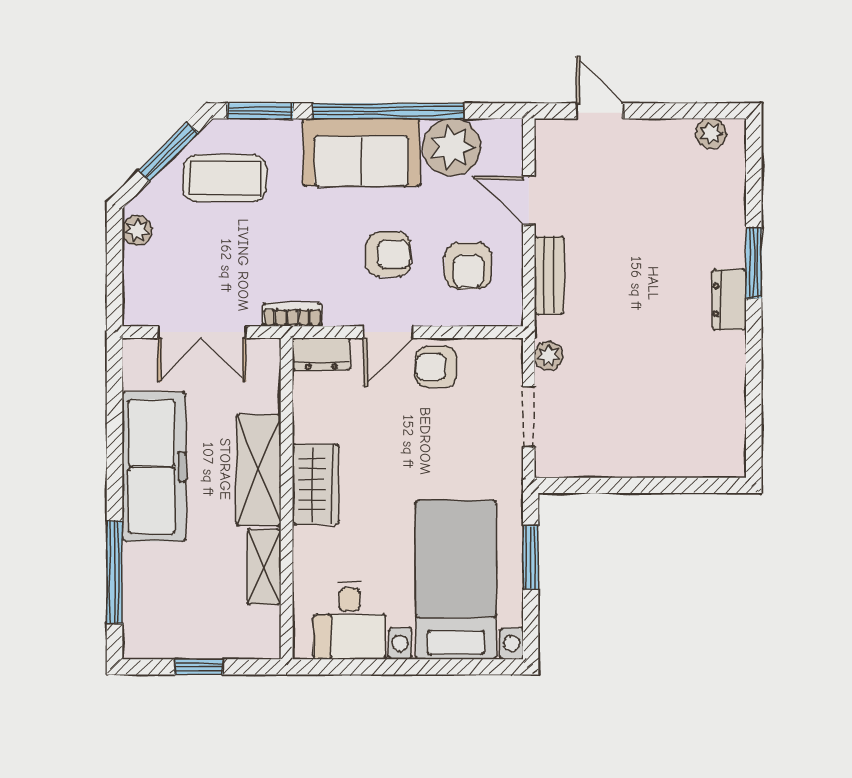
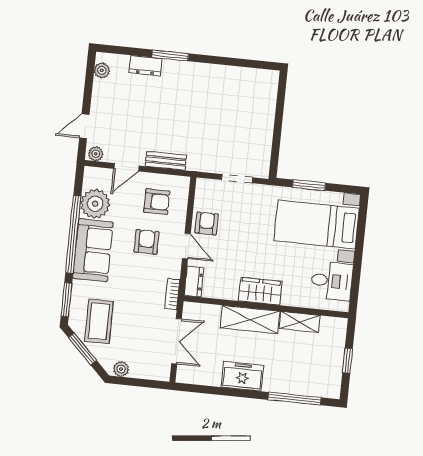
dresser: (729, 300) -> (146, 66), moved
plant: (548, 356) -> (96, 154), moved
armchair: (436, 367) -> (207, 223), turned 180
freezer: (154, 467) -> (242, 376), width x0.52, depth x0.79

